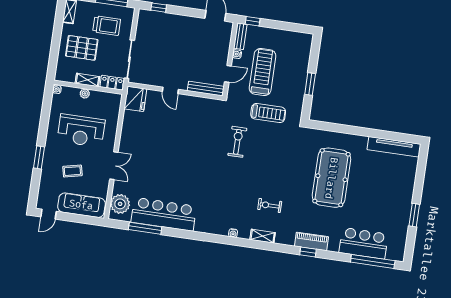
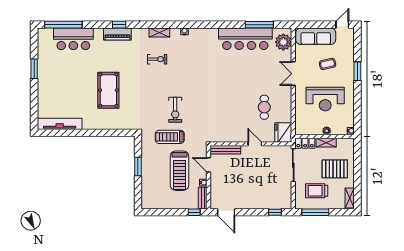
door: (228, 74) -> (208, 165), hinge flipped
reception desk: (81, 131) -> (325, 99), turned 180
cafe table: (153, 131) -> (264, 107), added
exercise bike: (237, 142) -> (175, 110), moved
pool table: (331, 178) -> (108, 90), width x0.73, depth x0.76

